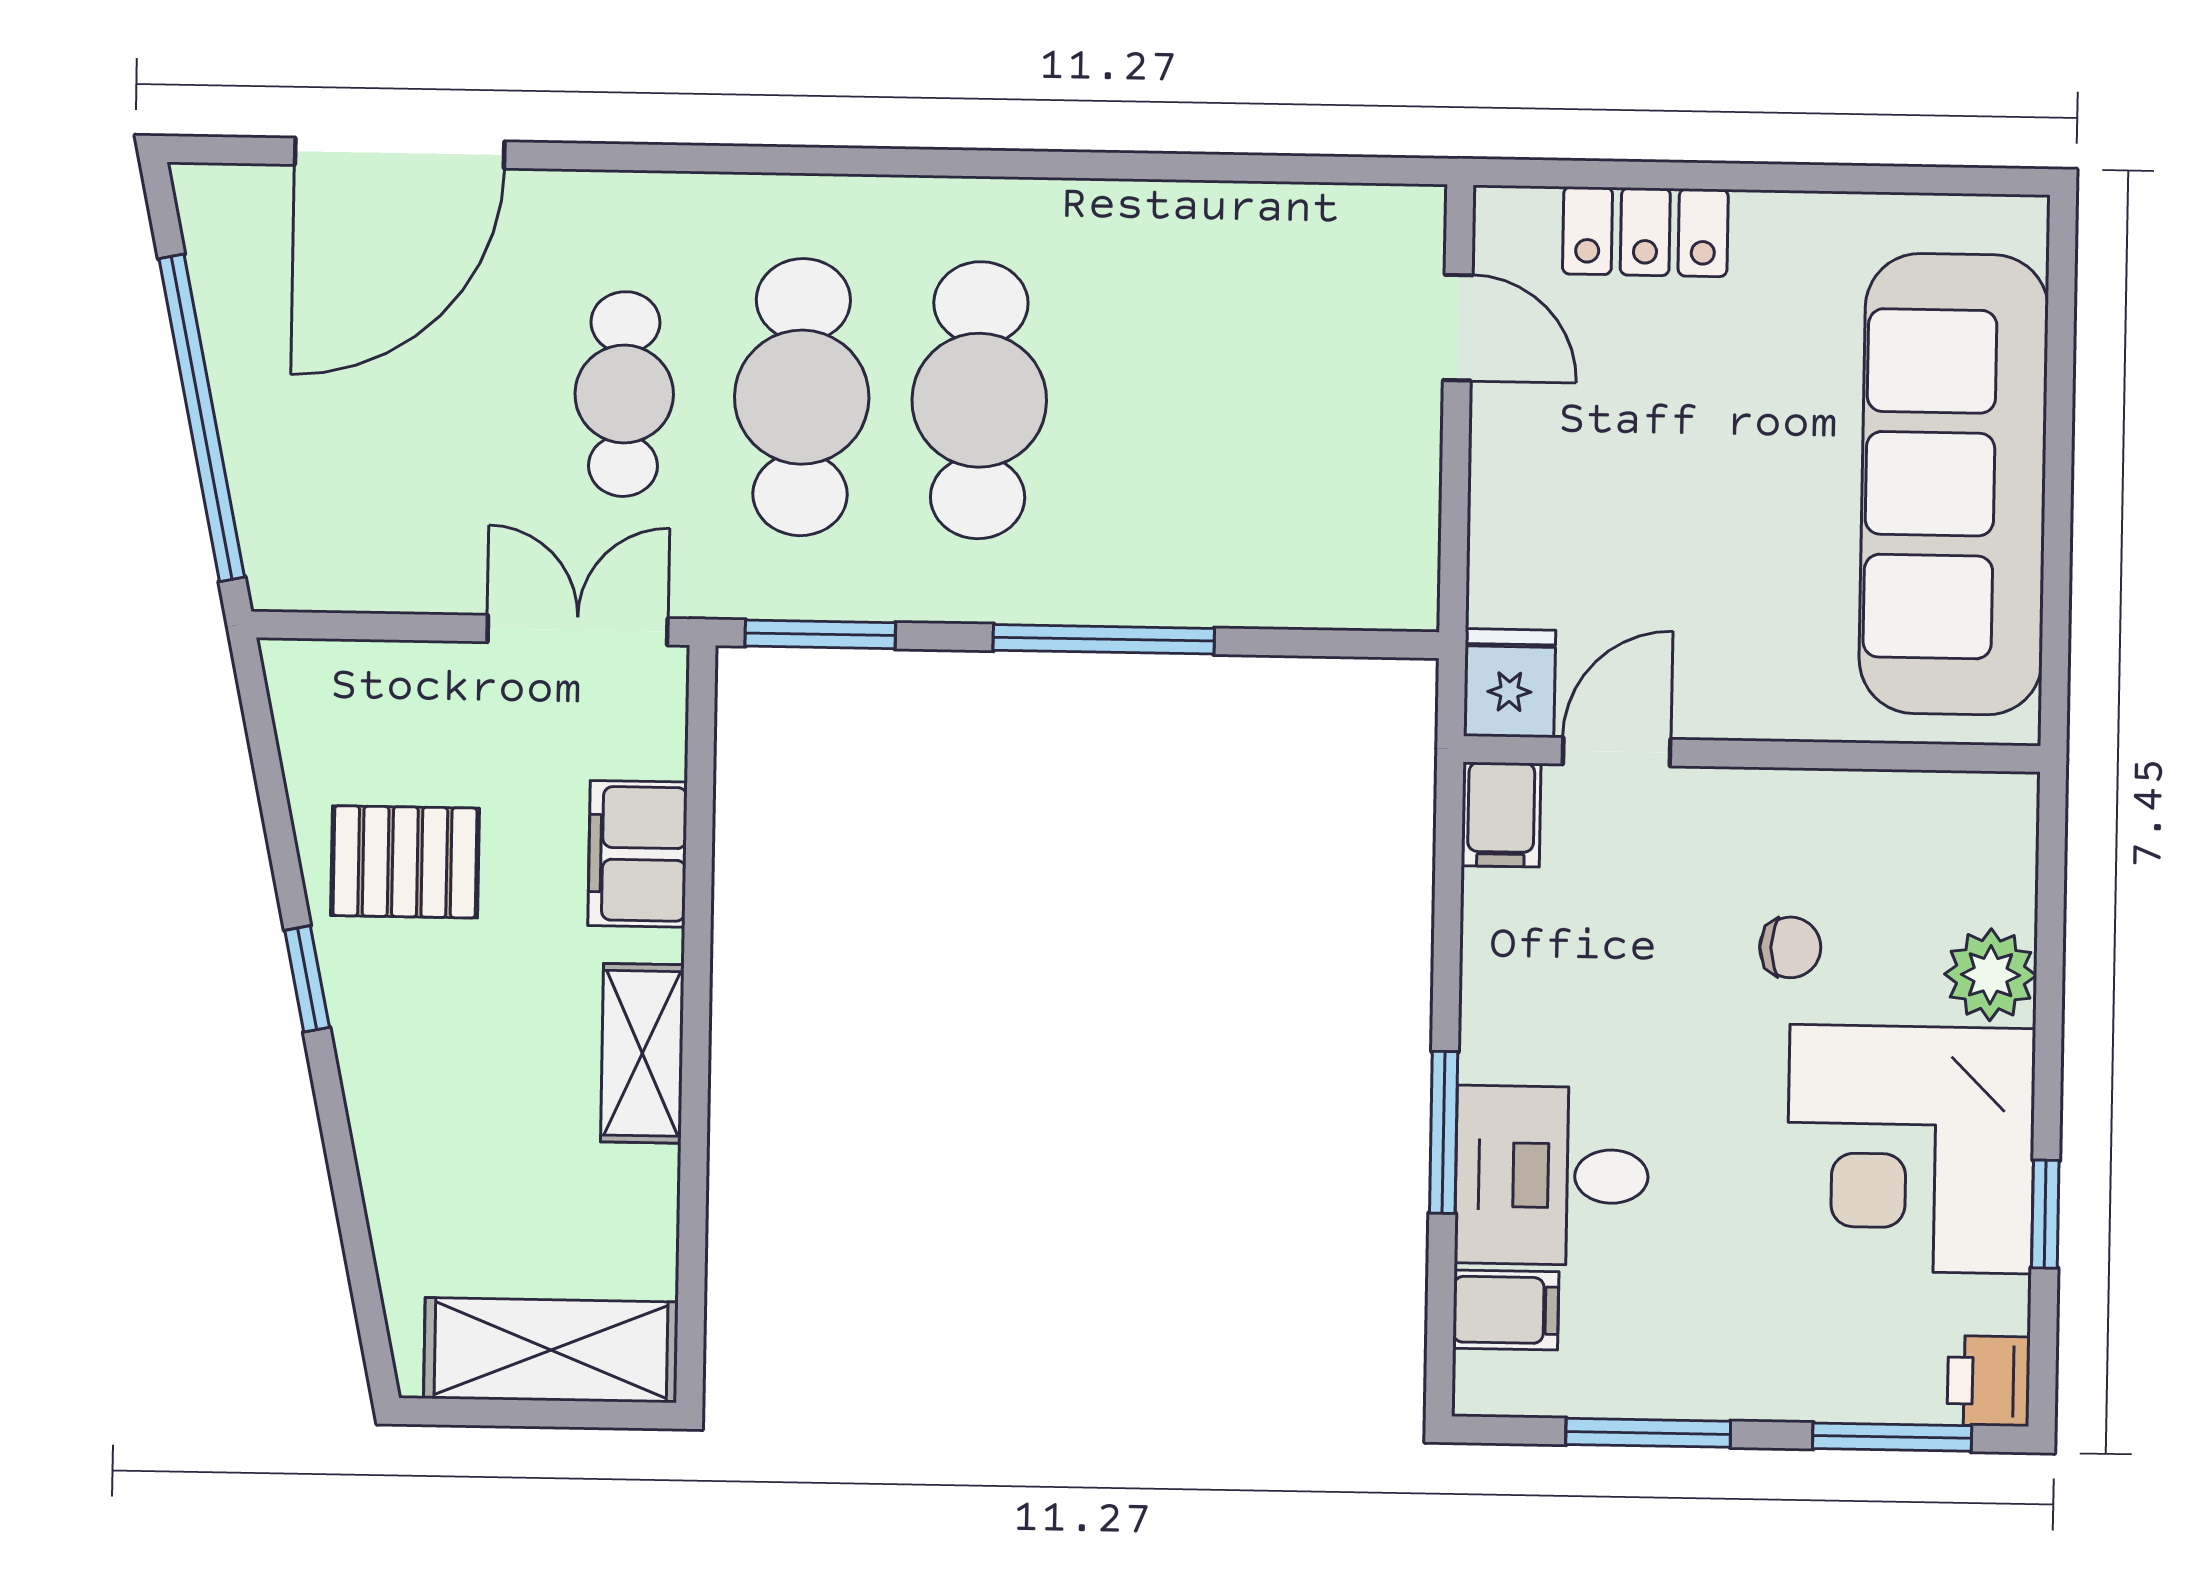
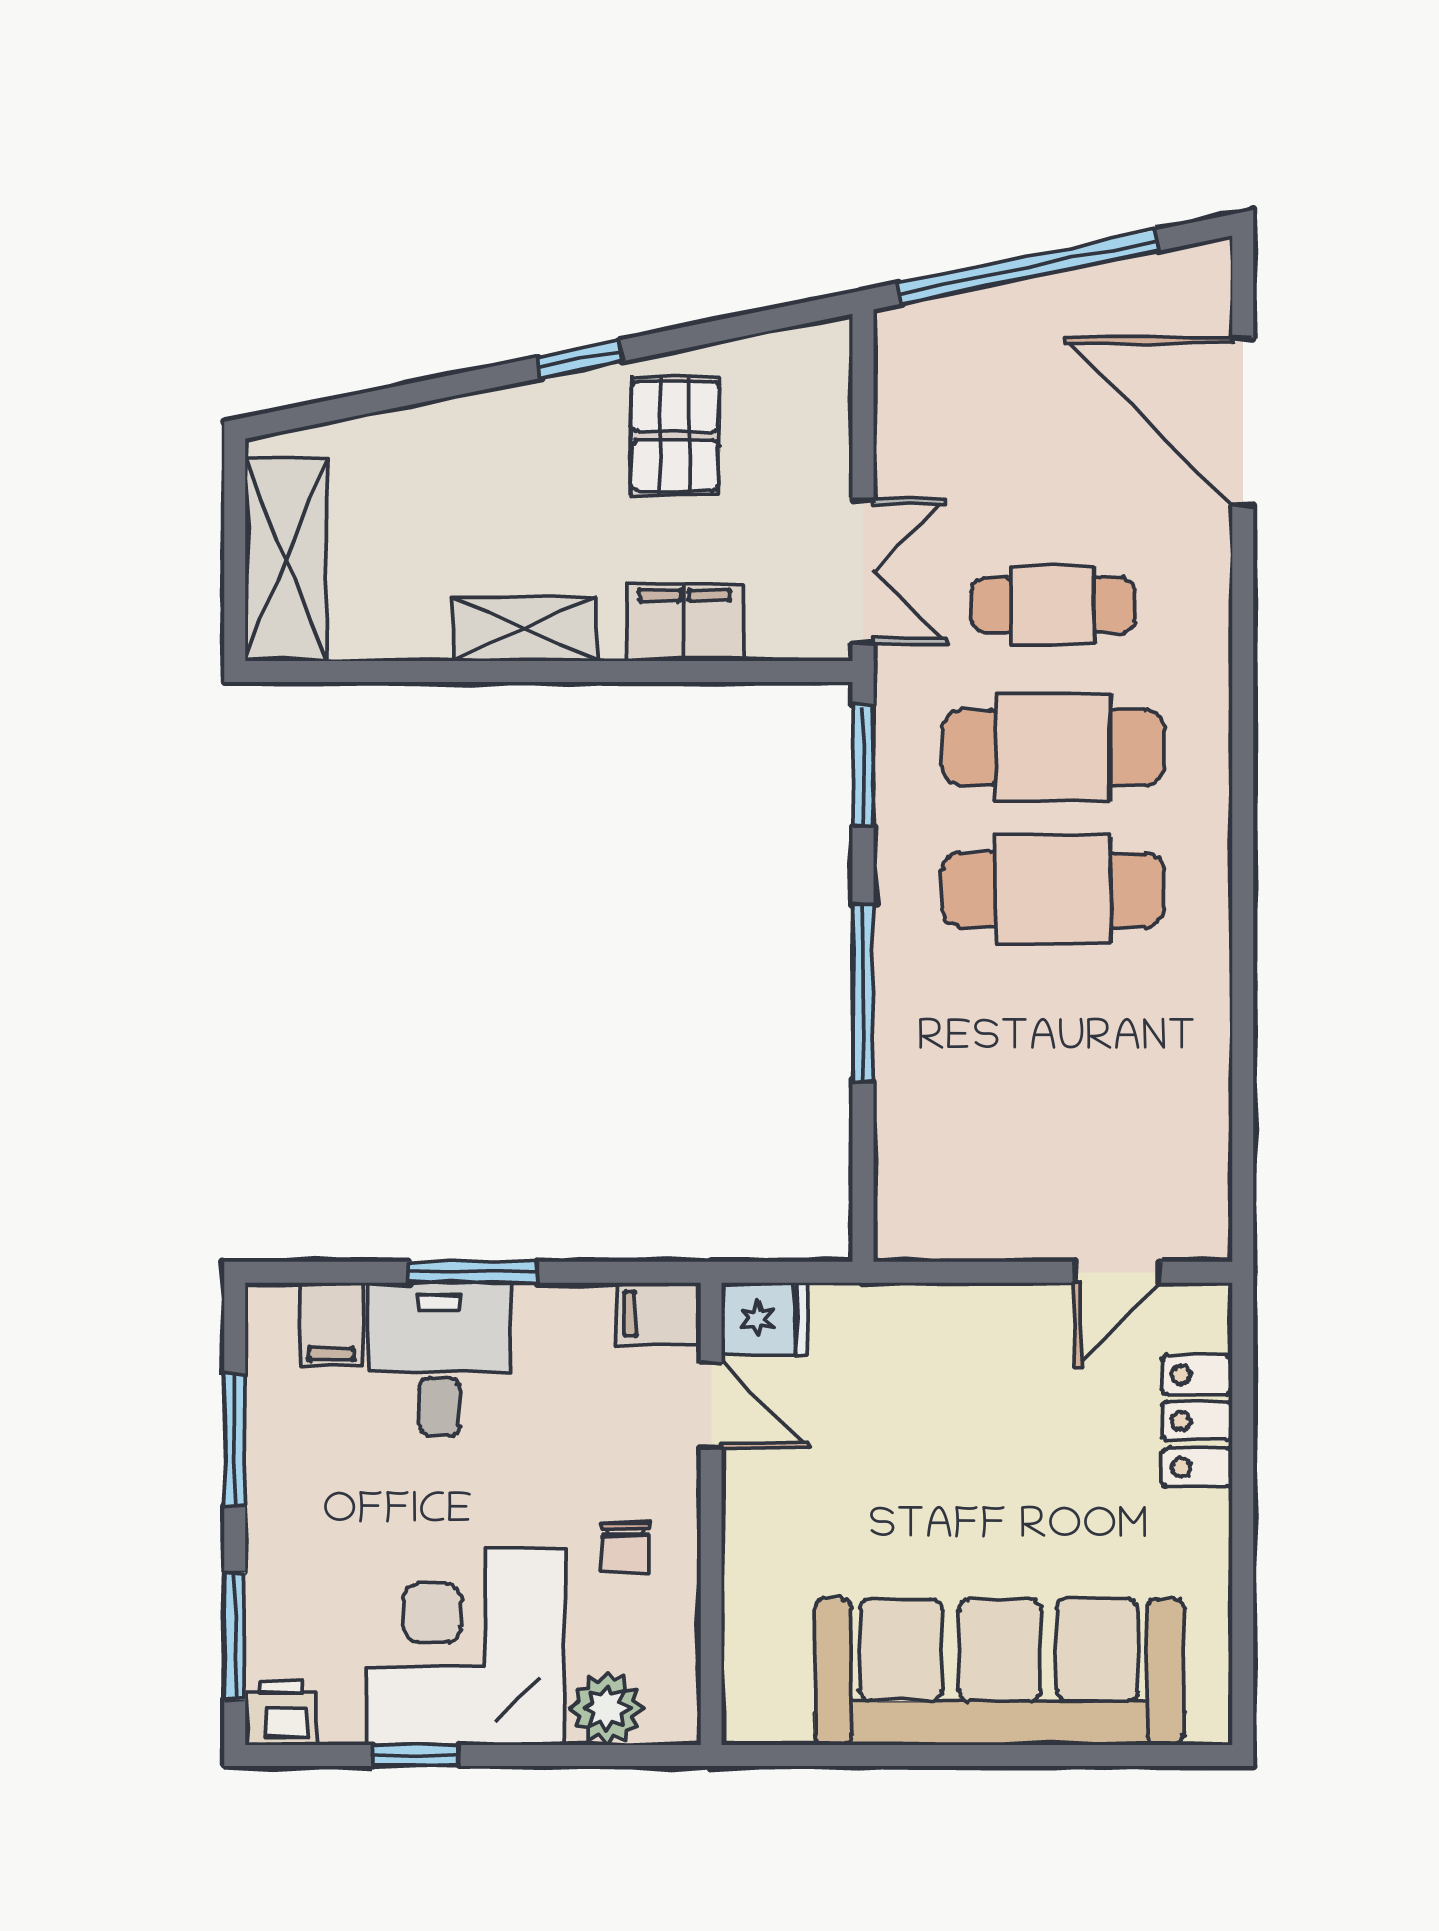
fridge: (1510, 683) -> (765, 1319), moved
door: (1617, 752) -> (711, 1405), moved
wall: (1752, 754) -> (711, 1514), moved
filing cabinet: (1501, 815) -> (659, 1314), moved

